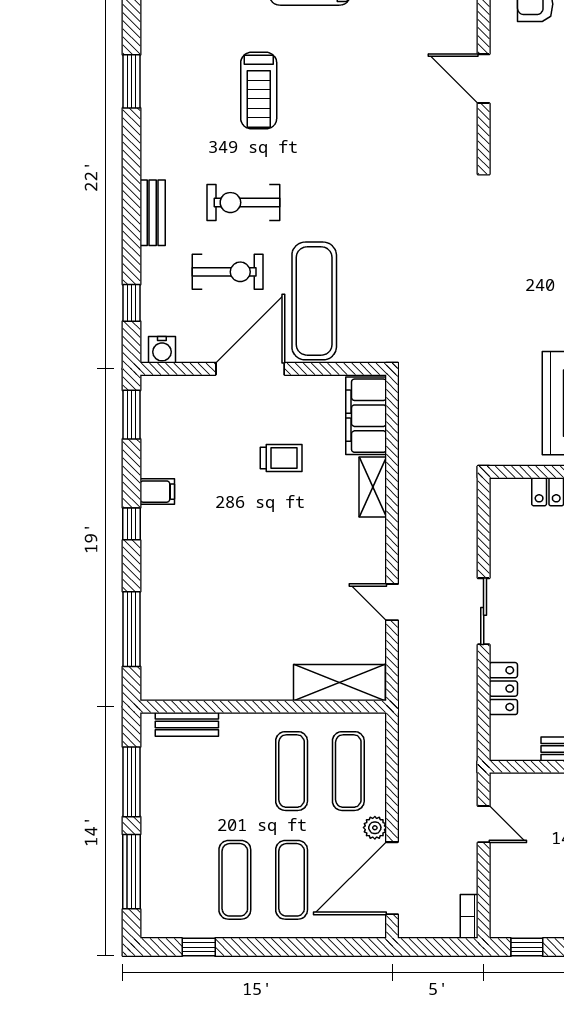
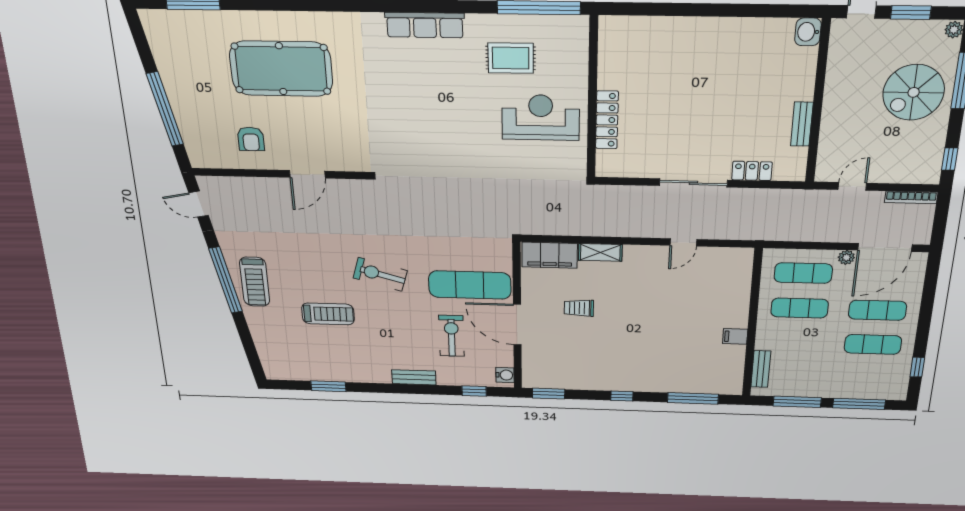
exercise bike: (243, 203) -> (380, 274), moved, turned 106
trolley: (281, 458) -> (579, 308), turned -90
filing cabinet: (157, 492) -> (735, 336), moved, turned -90
sliding door: (484, 611) -> (693, 183), width x1.37
shelving: (339, 683) -> (739, 277), removed
door: (392, 878) -> (885, 247), hinge flipped
bookcase: (469, 916) -> (911, 197), width x1.56

